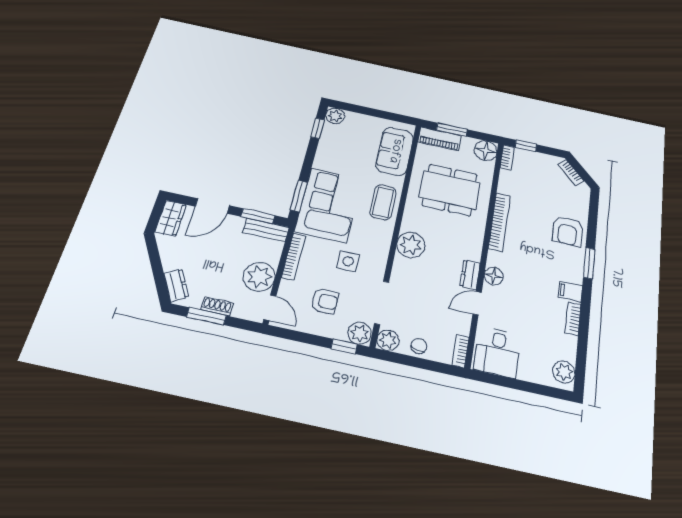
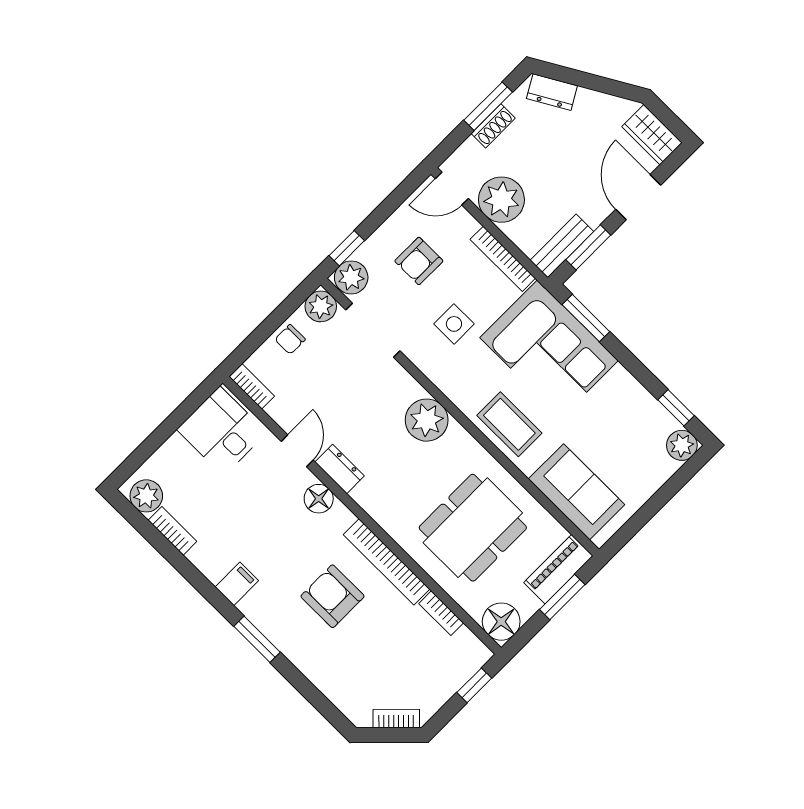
bookcase: (507, 158) -> (441, 613), moved
armchair: (567, 231) -> (332, 596), moved
bookcase: (573, 319) -> (172, 531), moved
chair: (419, 346) -> (290, 339), turned 78

